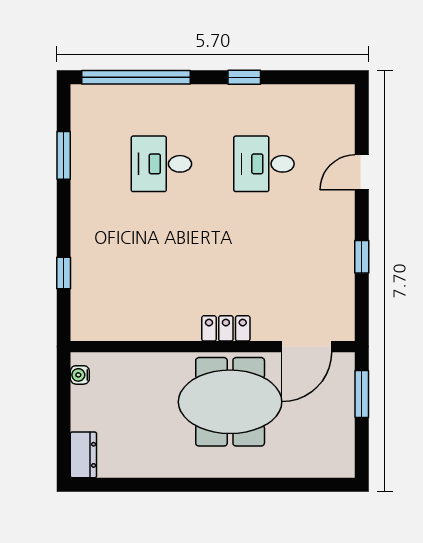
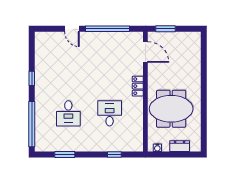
desk: (264, 164) -> (110, 113), moved, turned 180
window: (362, 257) -> (107, 29), width x3.17
meeting table: (230, 402) -> (171, 109), moved, turned 90
dresser: (83, 455) -> (180, 146), moved

